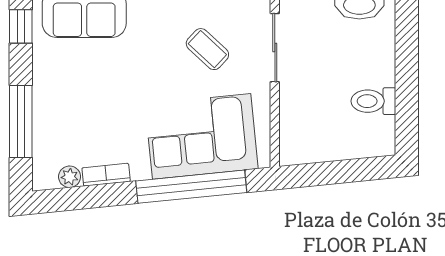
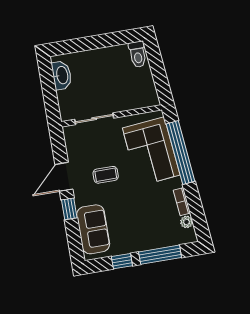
window: (21, 26) -> (122, 261), moved
coffee table: (207, 49) -> (106, 175), moved, turned 47
toilet: (373, 101) -> (138, 54), moved

